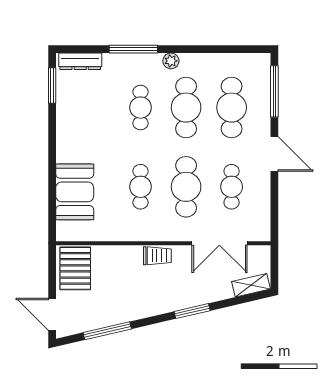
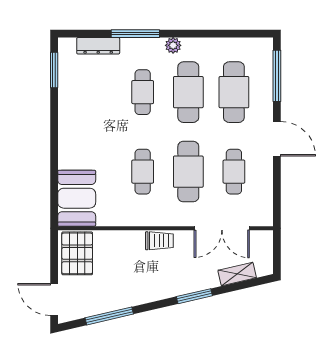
dresser: (80, 61) -> (98, 46), moved
booth: (75, 192) -> (77, 198), moved
shelving: (251, 285) -> (237, 274), moved

